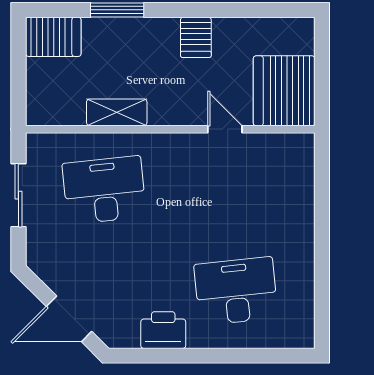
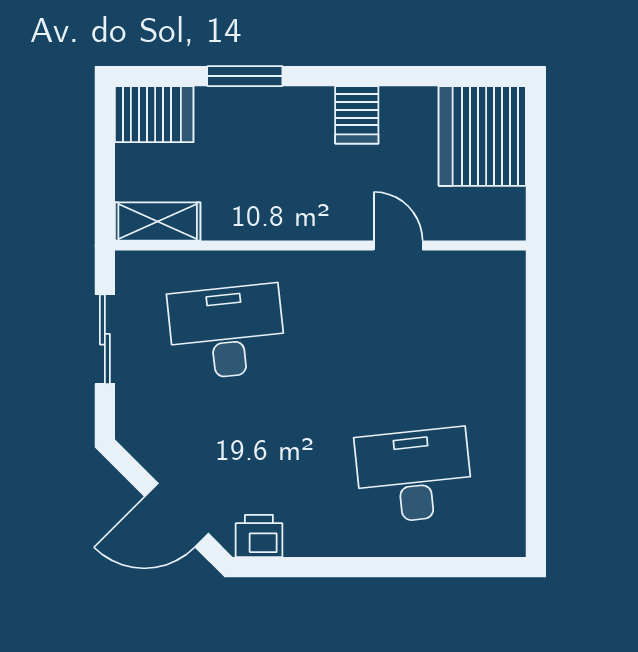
server rack: (284, 91) -> (482, 136), moved
shelving: (117, 112) -> (158, 222), moved
printer: (163, 330) -> (259, 536), moved, width x0.73, depth x0.81

